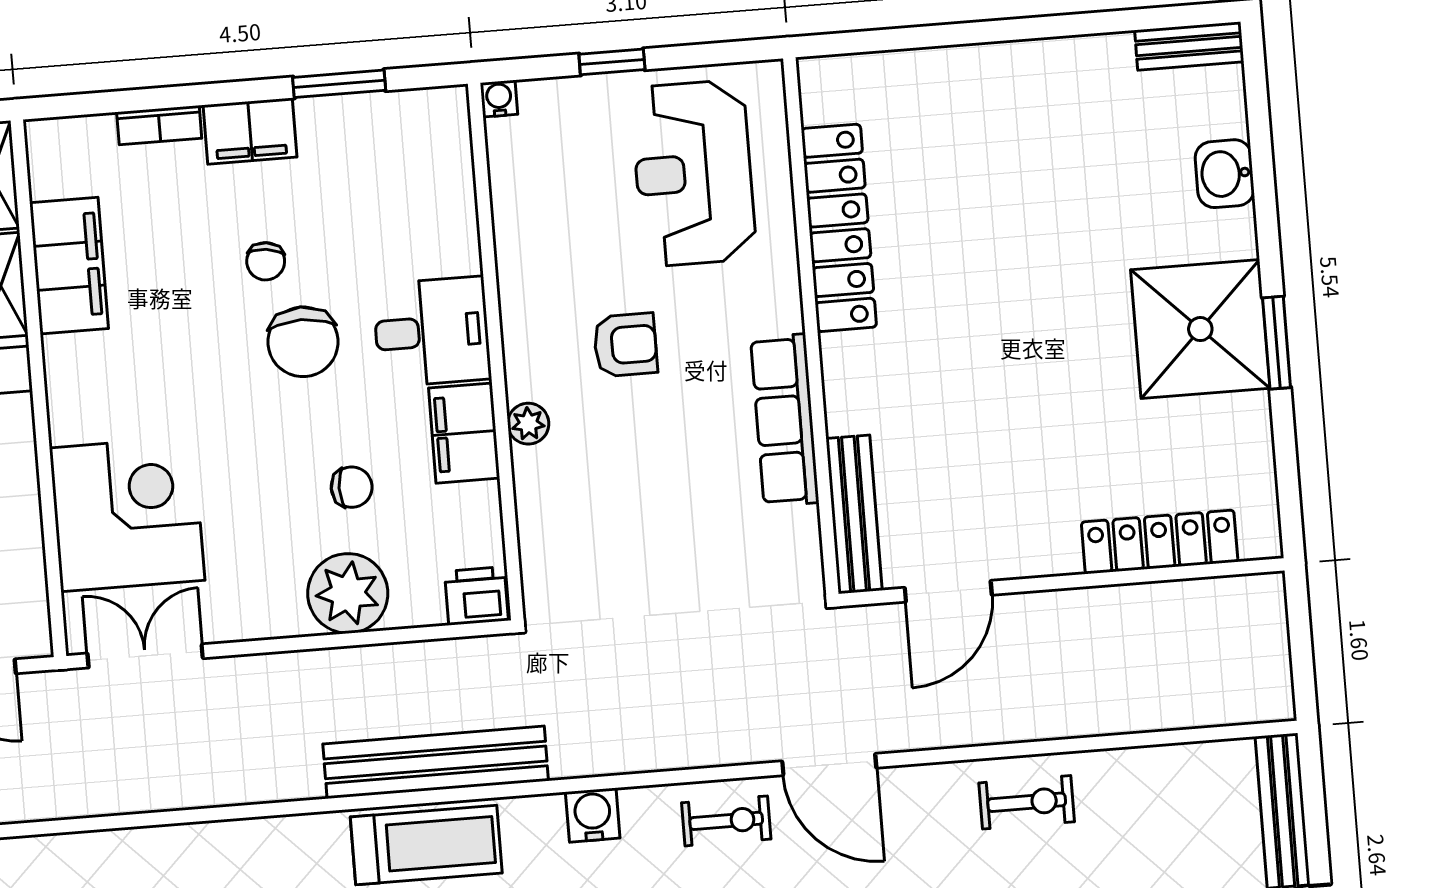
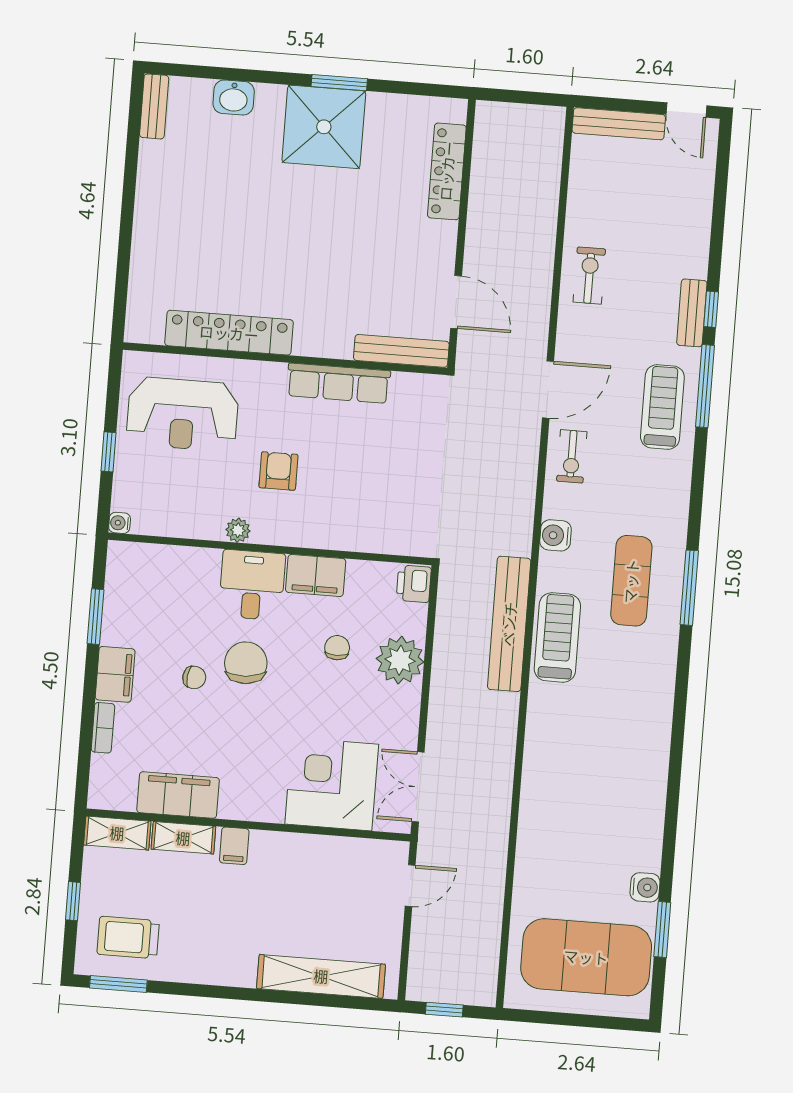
chair: (303, 342) -> (246, 663), turned -94
plant: (528, 424) -> (238, 530), moved
exercise bike: (726, 821) -> (572, 456), turned 180

